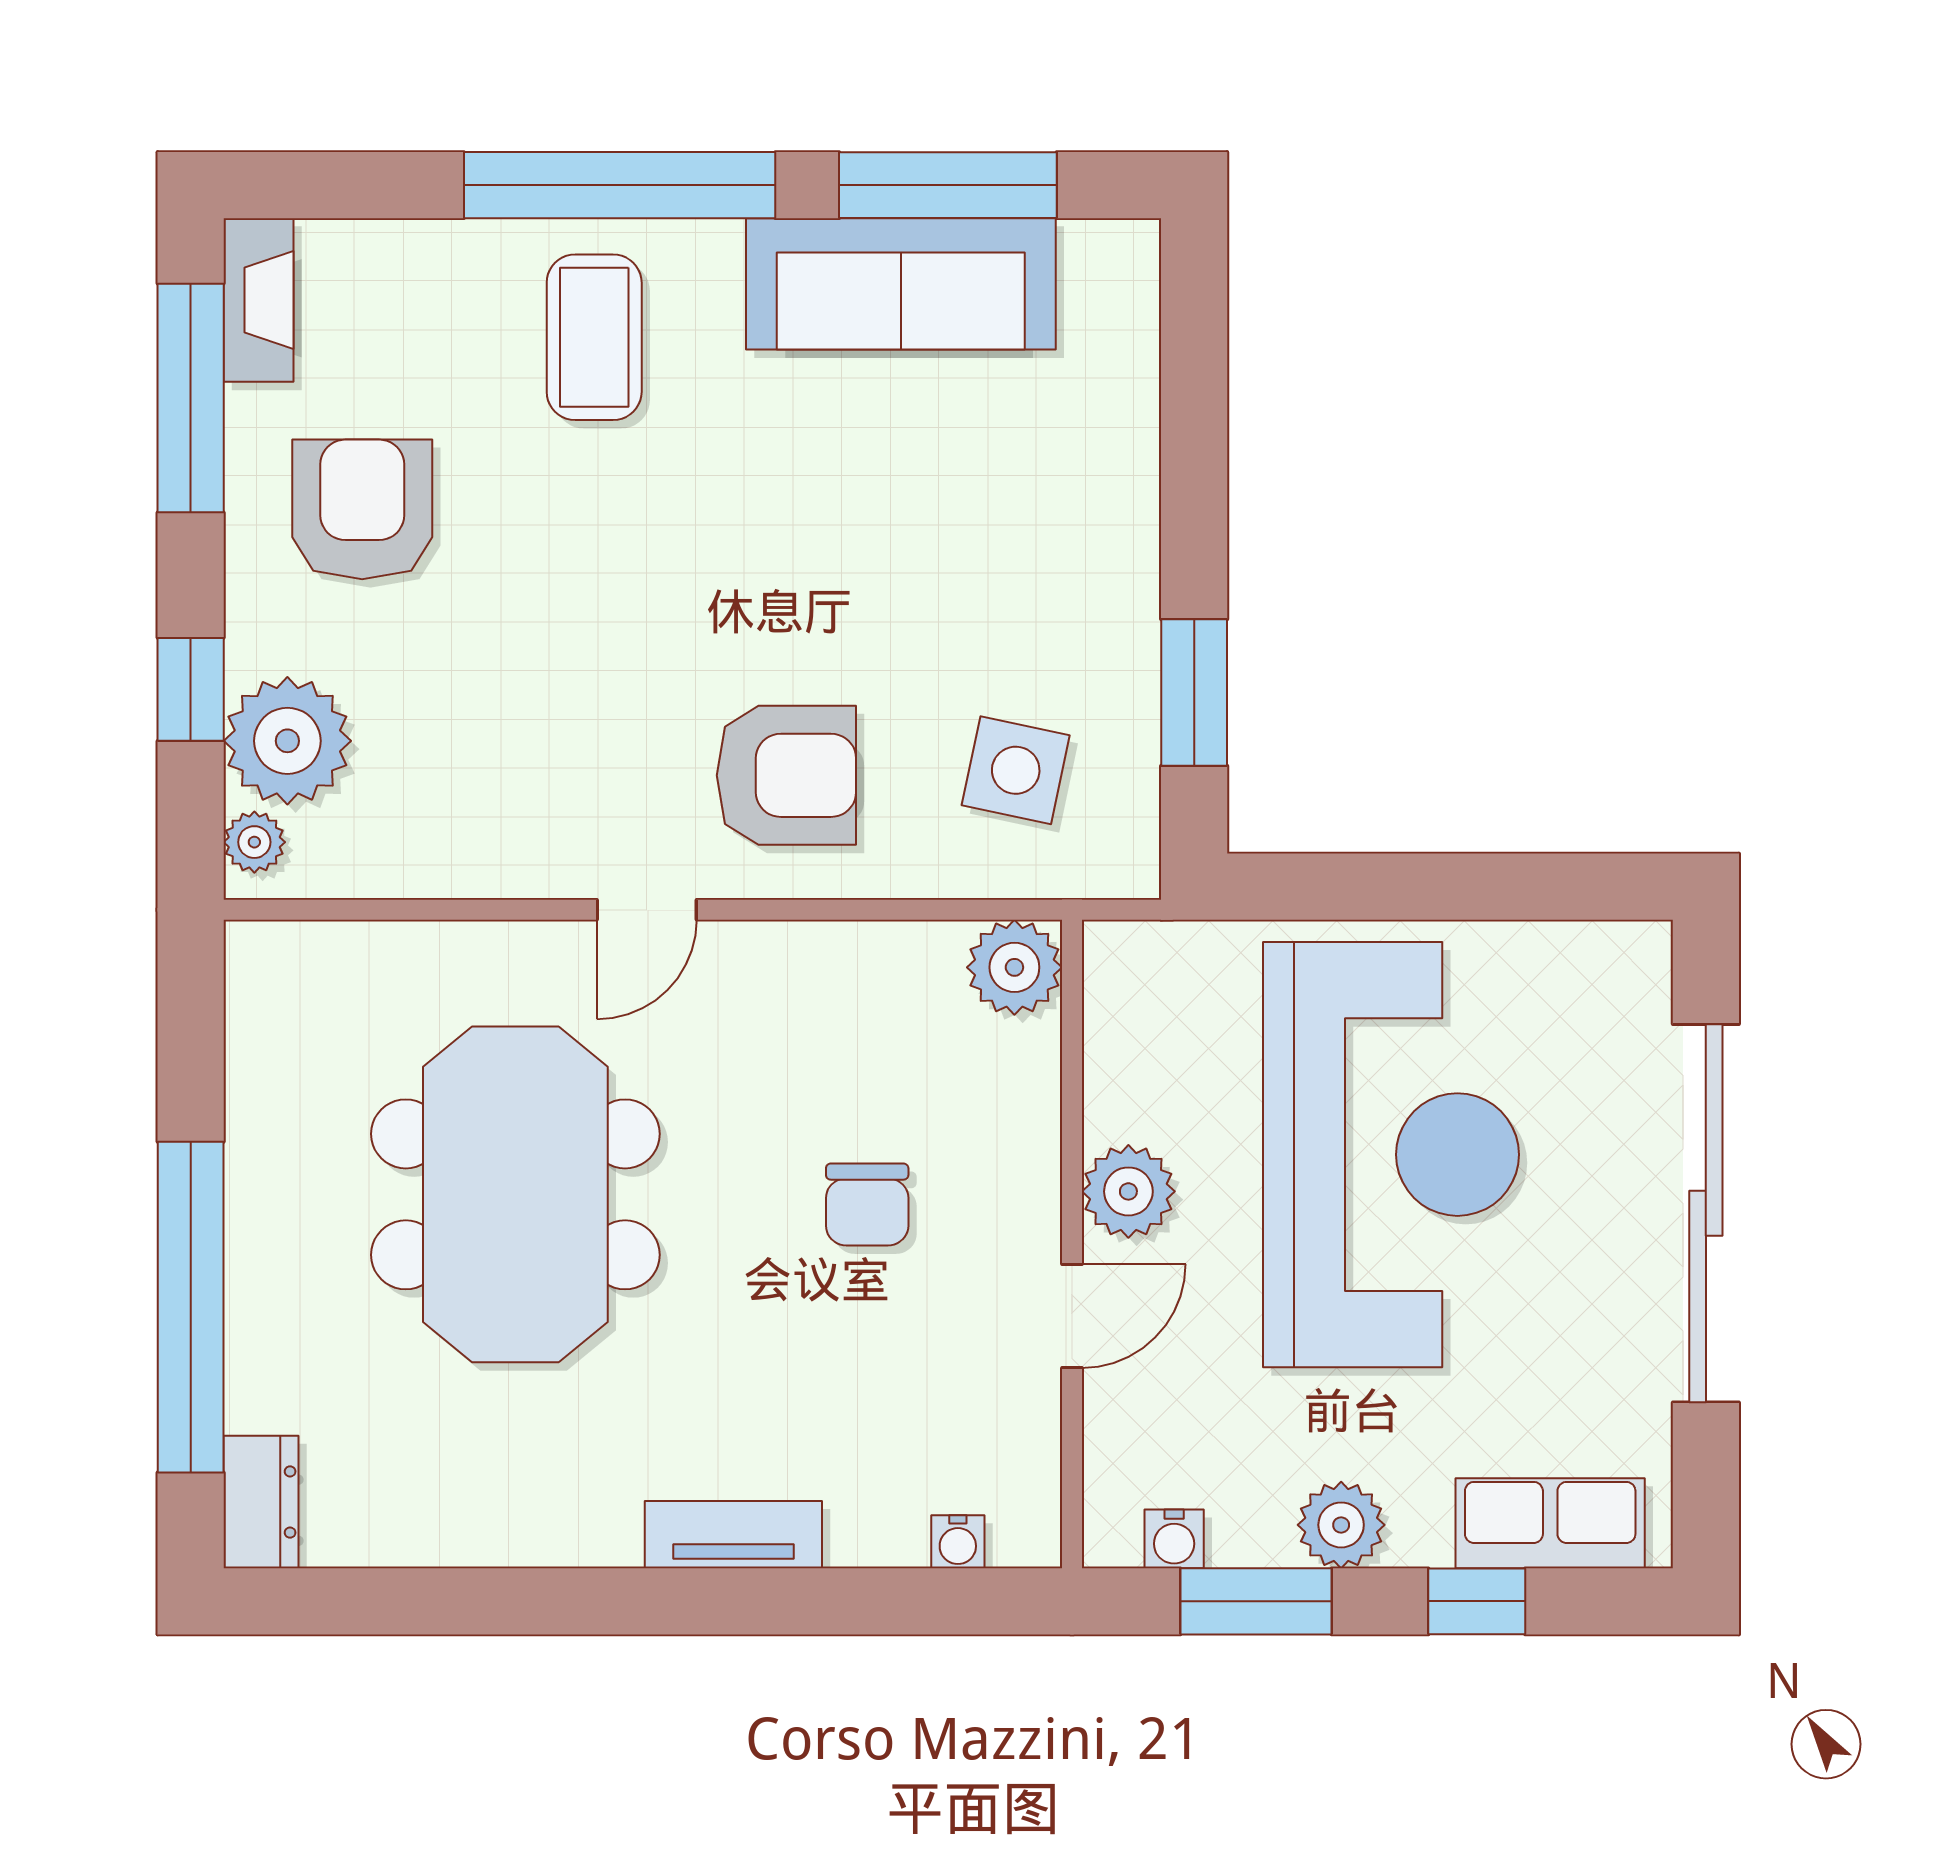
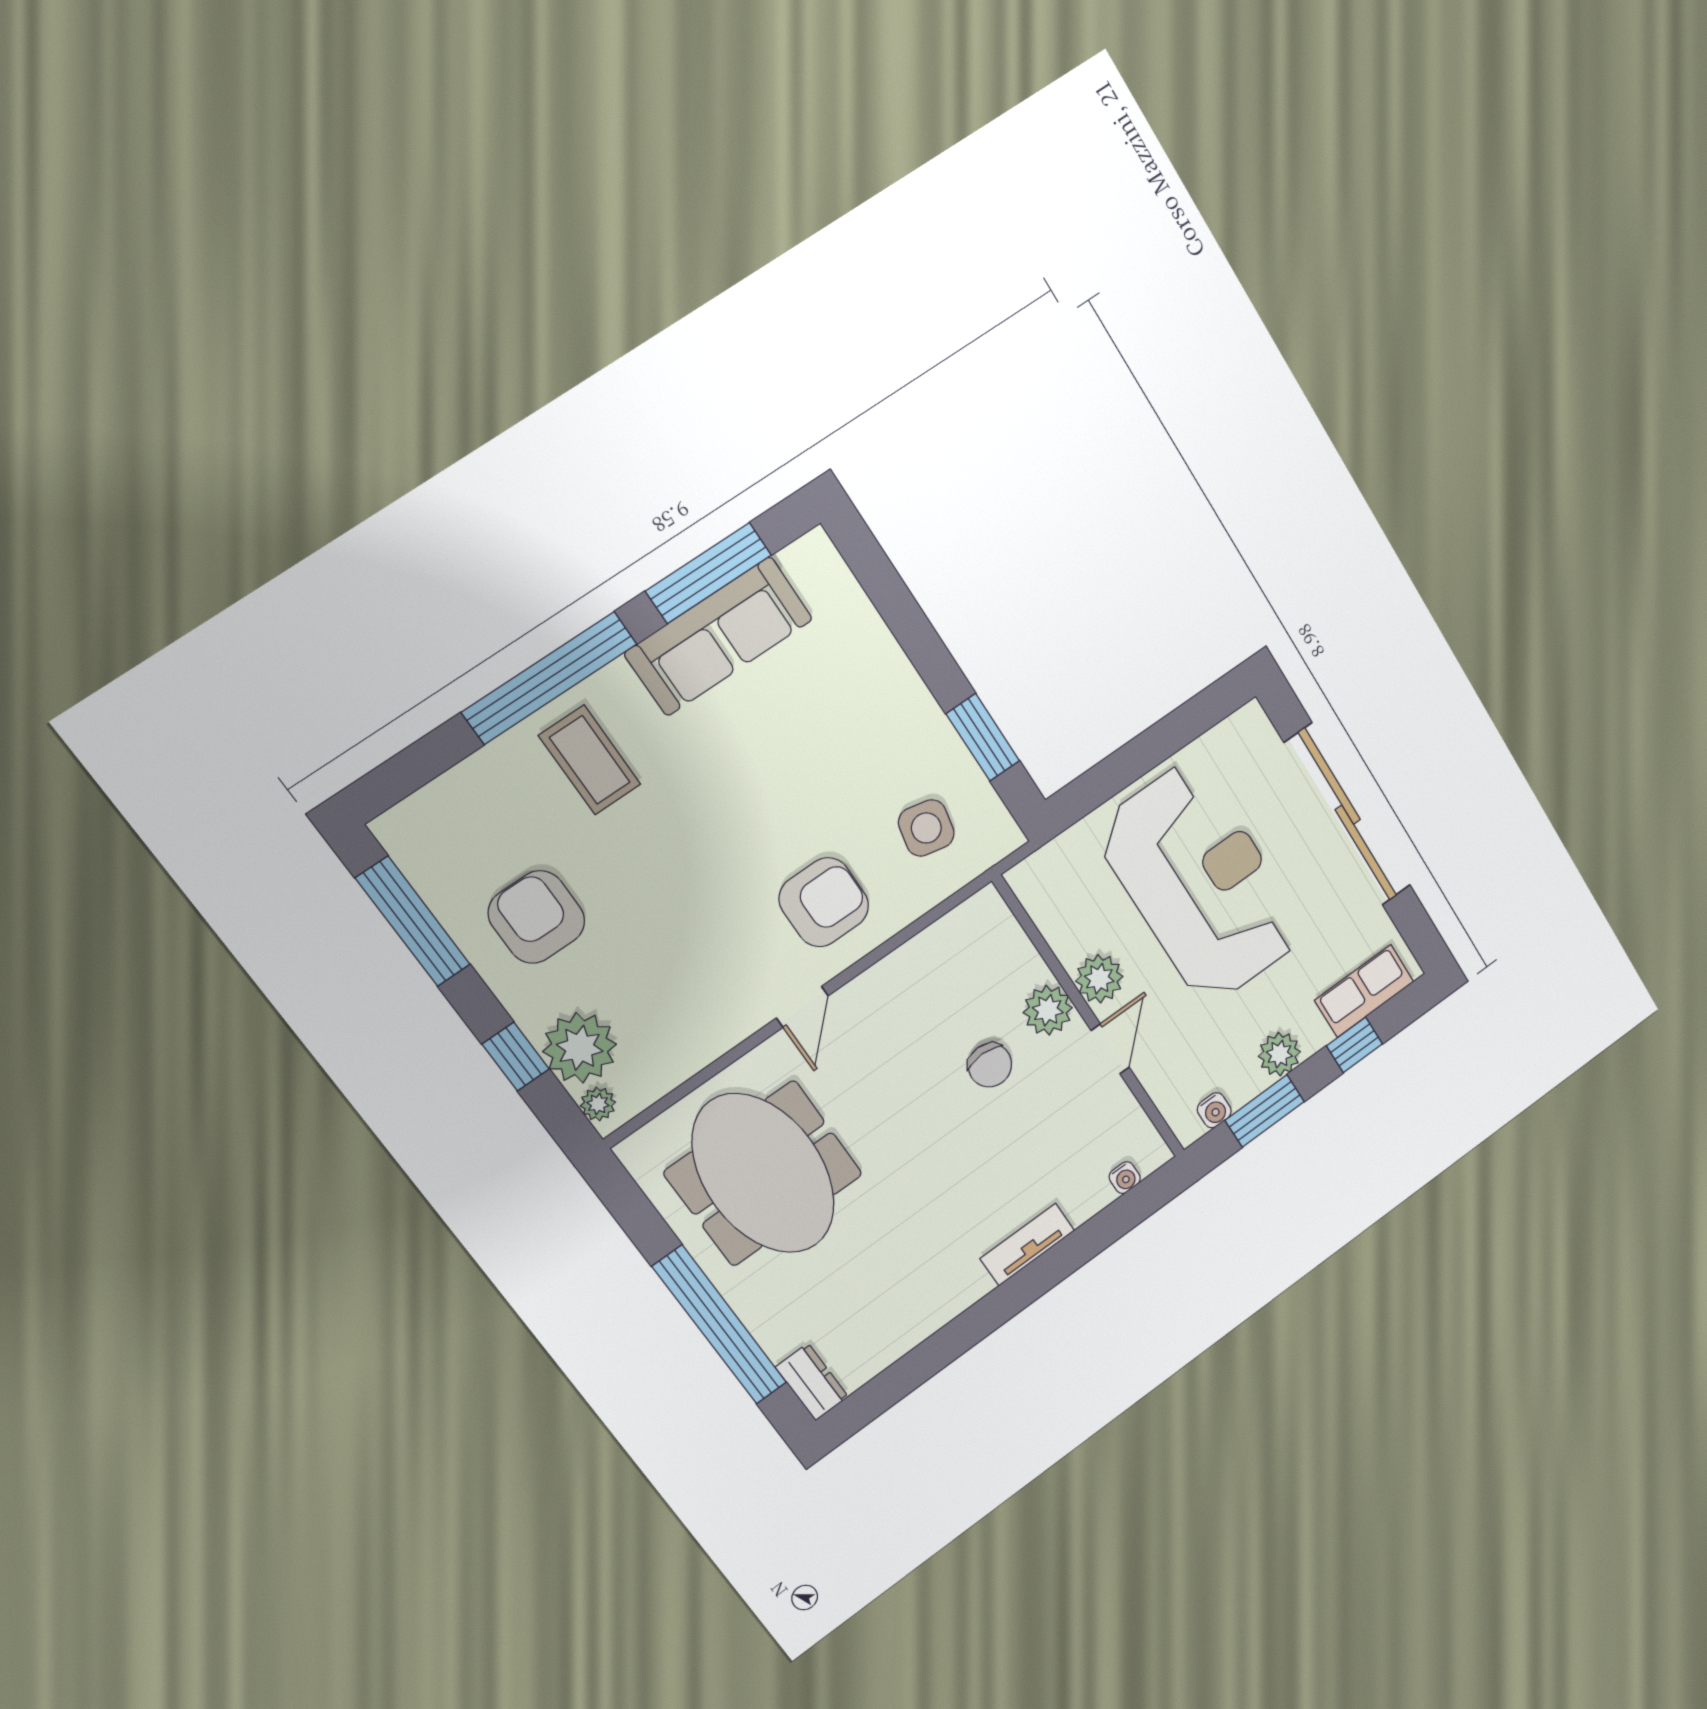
fireplace: (258, 300) -> (411, 852), removed
plant: (1014, 967) -> (1048, 1010), moved
meeting table: (515, 1194) -> (764, 1173), moved

